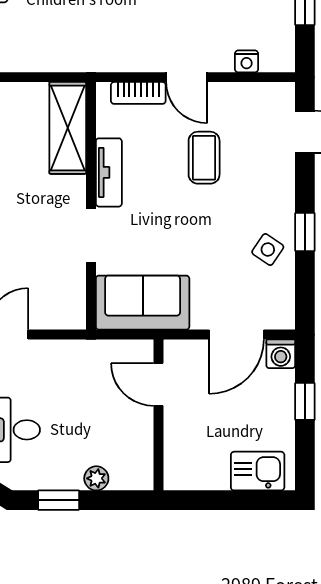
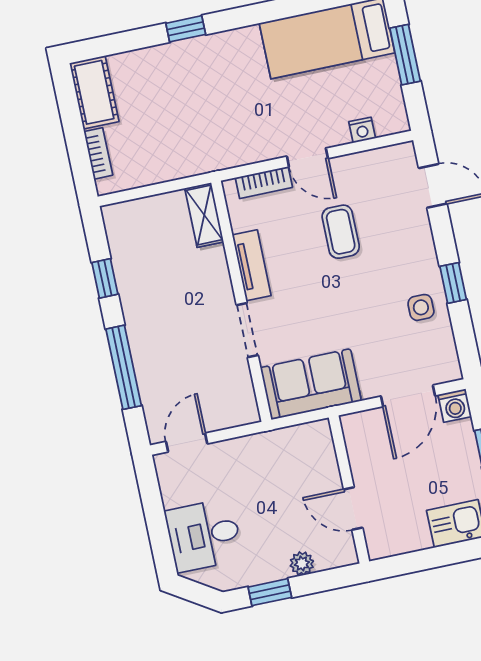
shelving: (68, 128) -> (204, 215), width x0.67, depth x0.75
side table: (268, 250) -> (421, 307), turned -34
door: (159, 384) -> (353, 509), moved

